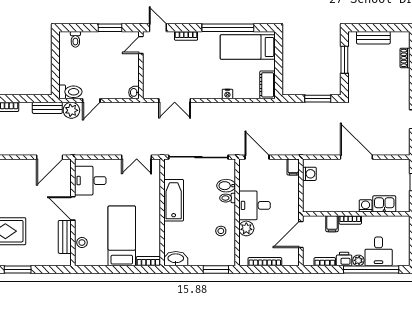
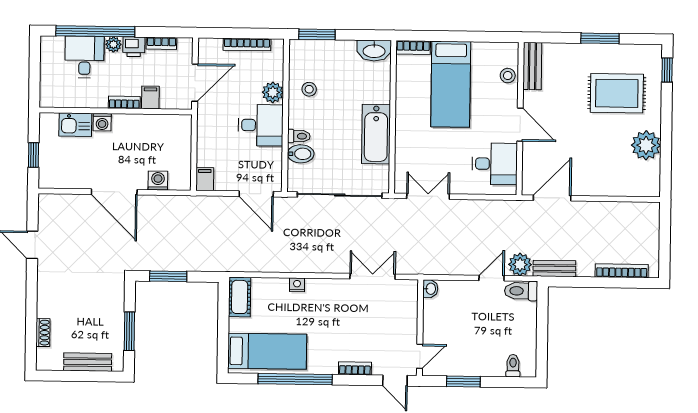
washing machine: (309, 174) -> (158, 180), moved, turned 90
bench: (65, 237) -> (532, 66), moved

